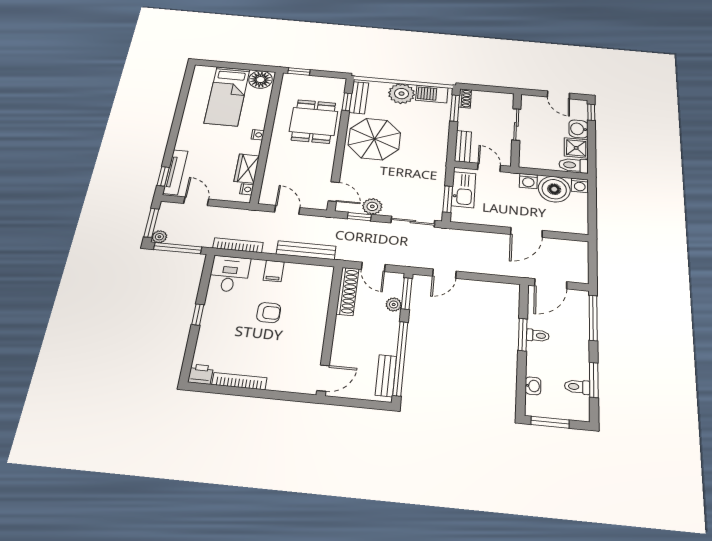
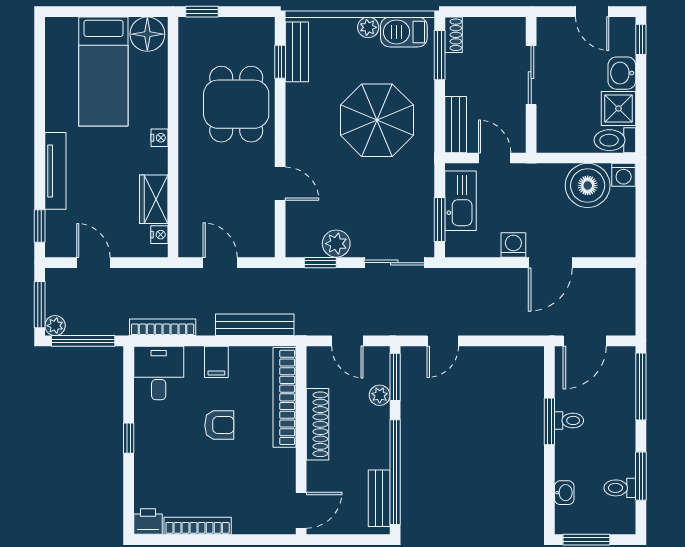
plant: (401, 94) -> (368, 27), width x0.53, depth x0.53
parasol: (374, 139) -> (377, 120), moved
tv unit: (175, 172) -> (55, 171), moved
washing machine: (528, 181) -> (513, 245), moved, turned 180
door: (334, 192) -> (280, 184), moved
shoe rack: (348, 291) -> (317, 424), moved
bookcase: (321, 299) -> (284, 397), added

